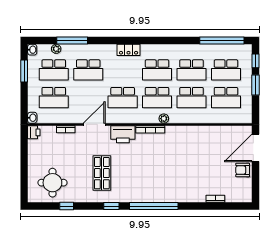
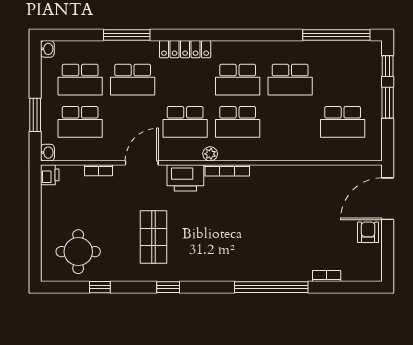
window: (72, 41) -> (127, 35), moved
plant: (56, 49) -> (84, 48), removed
locker: (129, 50) -> (185, 49), width x1.53
school desk: (226, 70) -> (343, 80), removed
window: (24, 71) -> (35, 115), moved
school desk: (191, 98) -> (290, 122), removed
plant: (164, 119) -> (210, 154), moved
armchair: (243, 170) -> (368, 232), turned 90
window: (154, 206) -> (271, 287), moved

